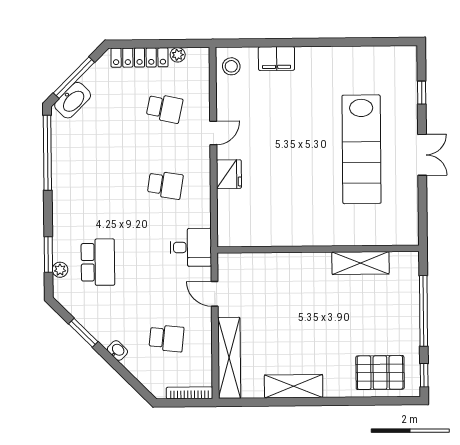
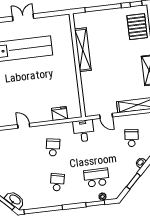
school desk: (165, 108) -> (57, 182), moved
fridge: (229, 174) -> (60, 114), moved
shelving: (361, 263) -> (83, 50), width x1.47
door: (215, 294) -> (106, 116), hinge flipped

